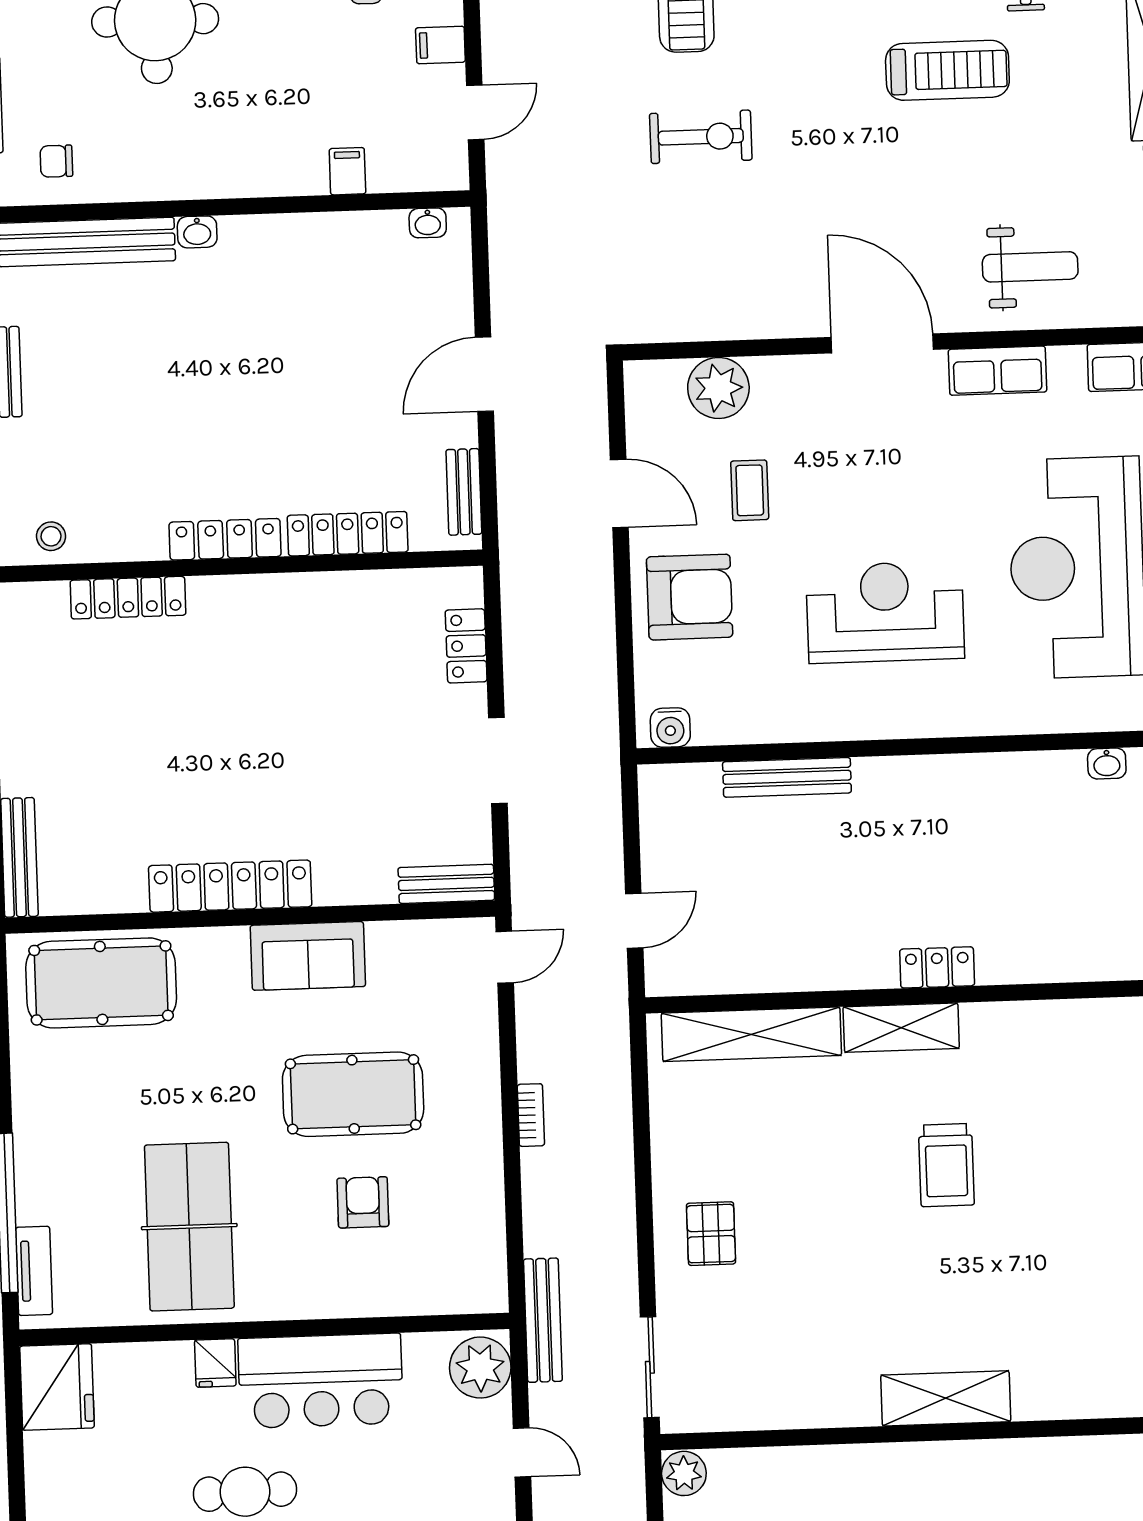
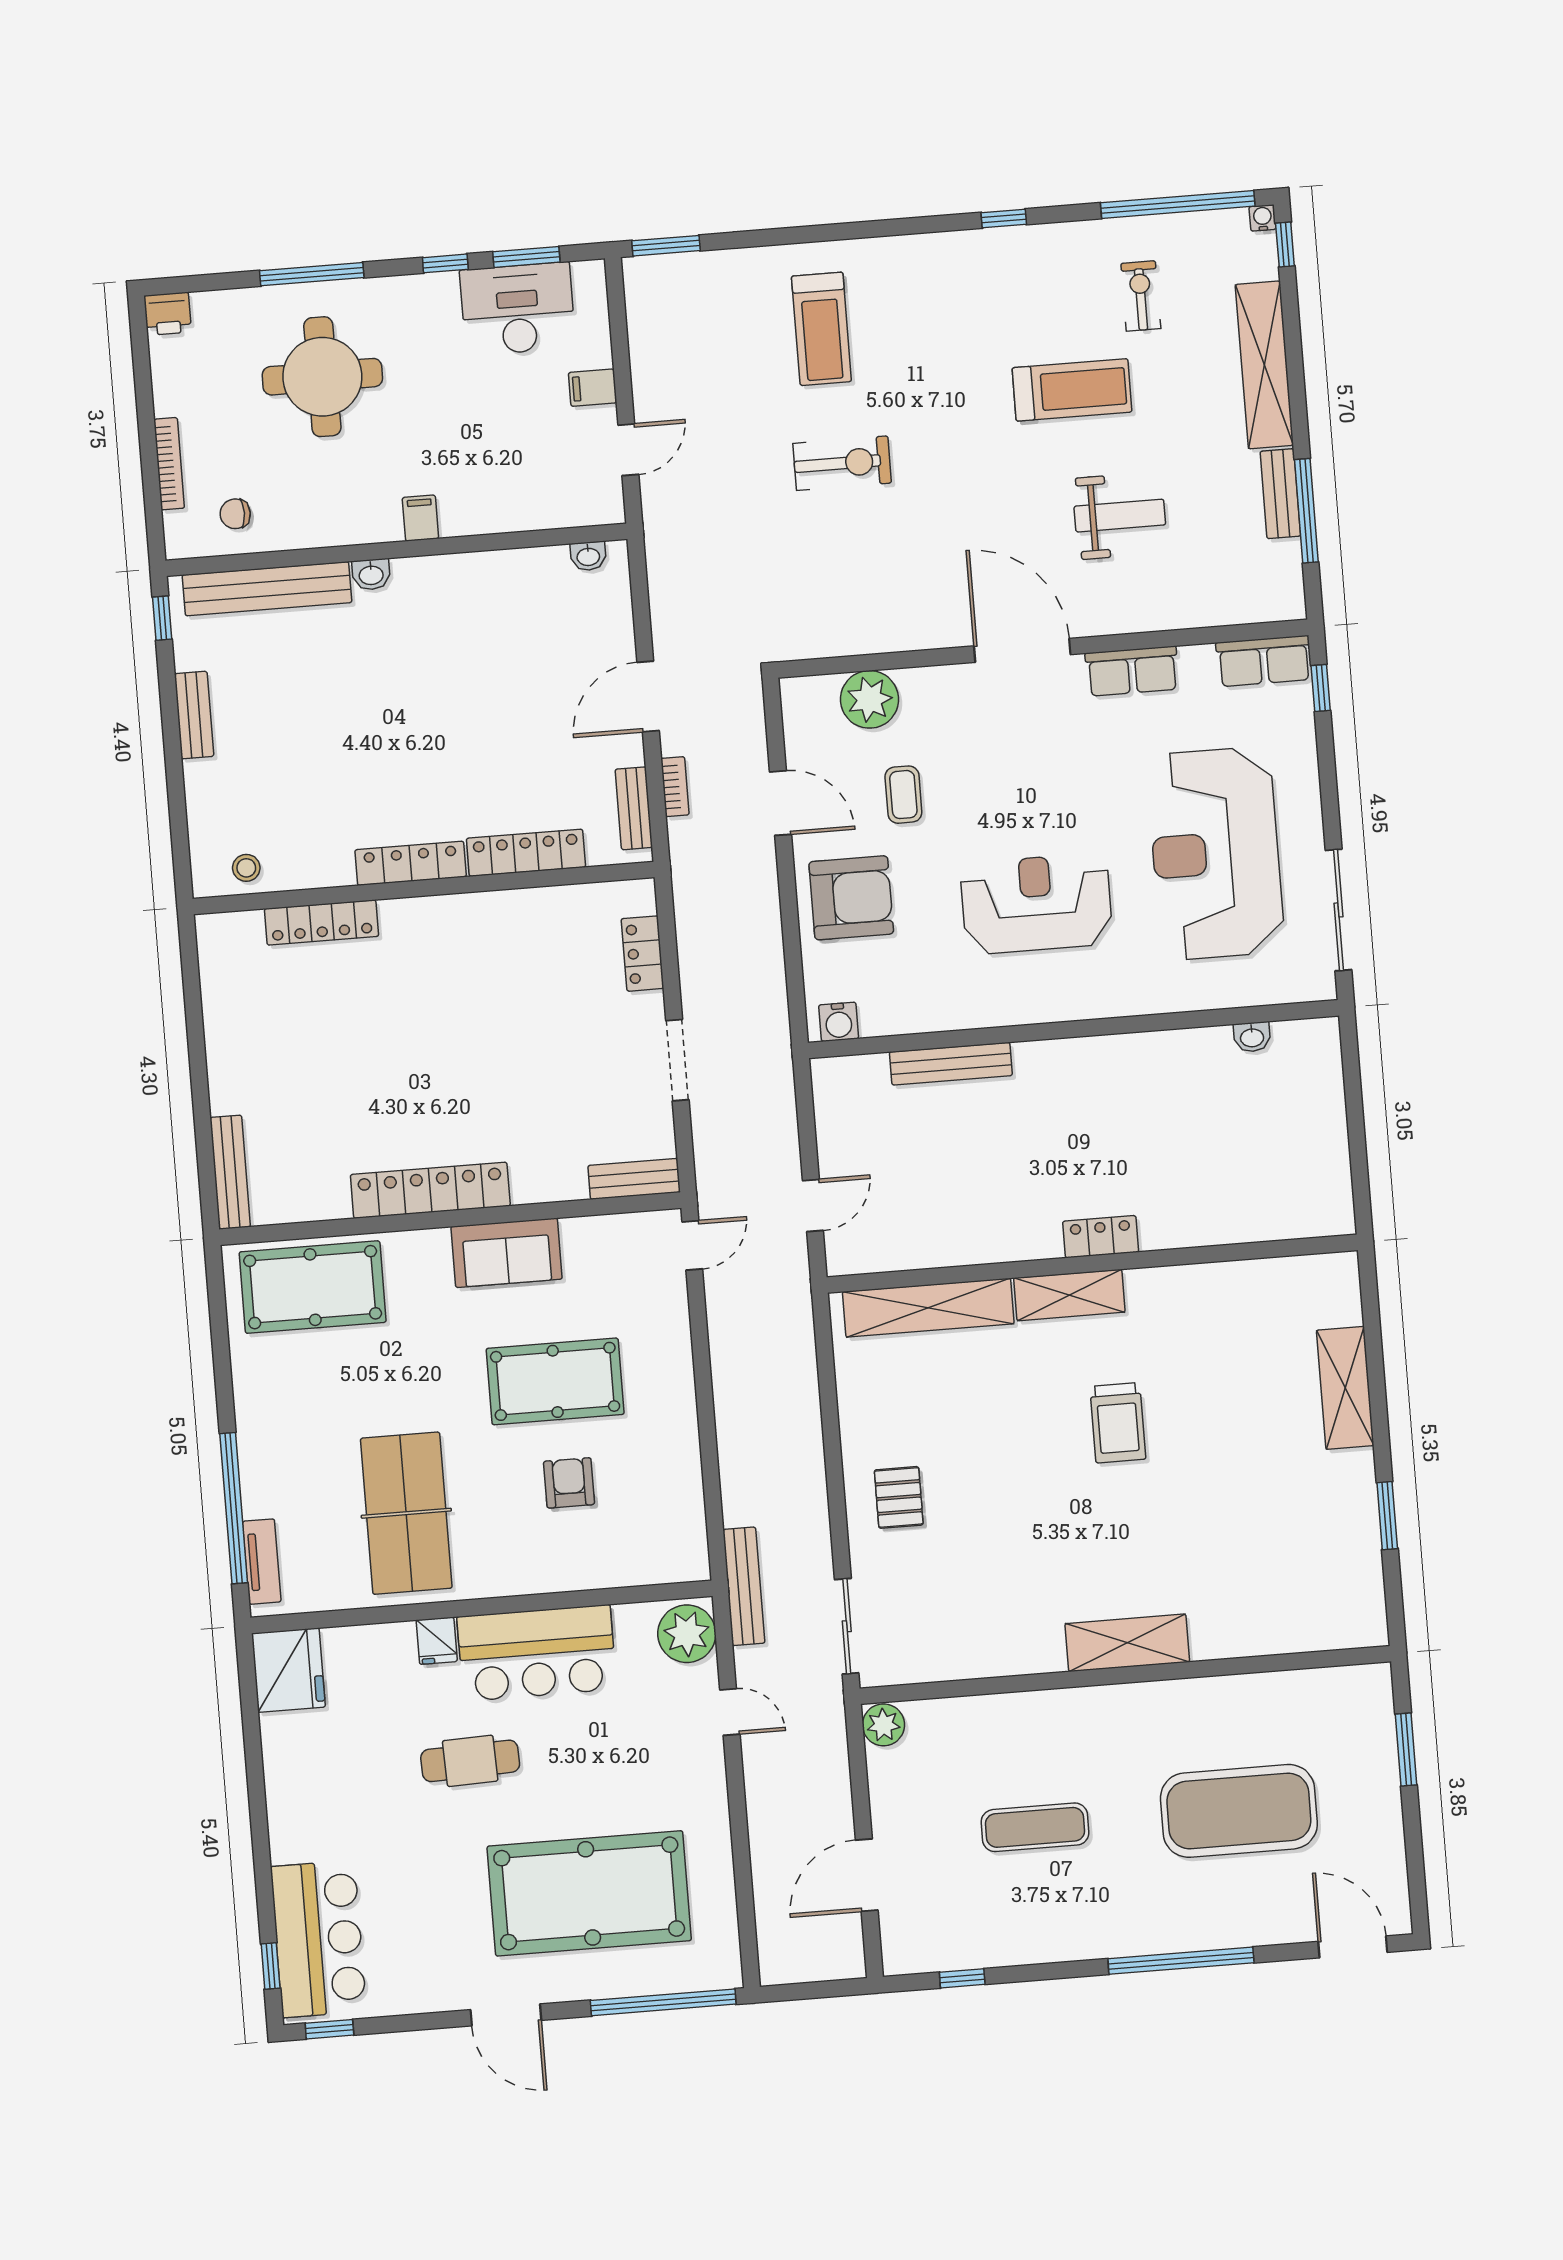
filing cabinet: (347, 171) -> (420, 518), moved
weight bench: (1030, 267) -> (1120, 516), moved
bookcase: (531, 1115) -> (675, 787), moved

